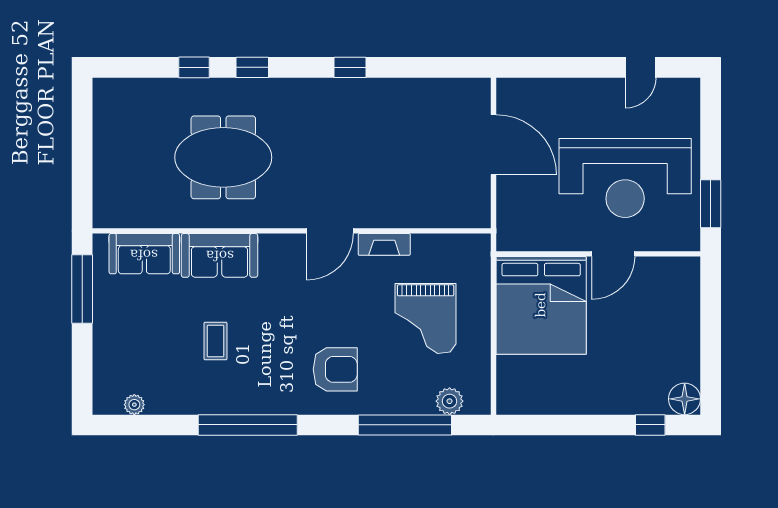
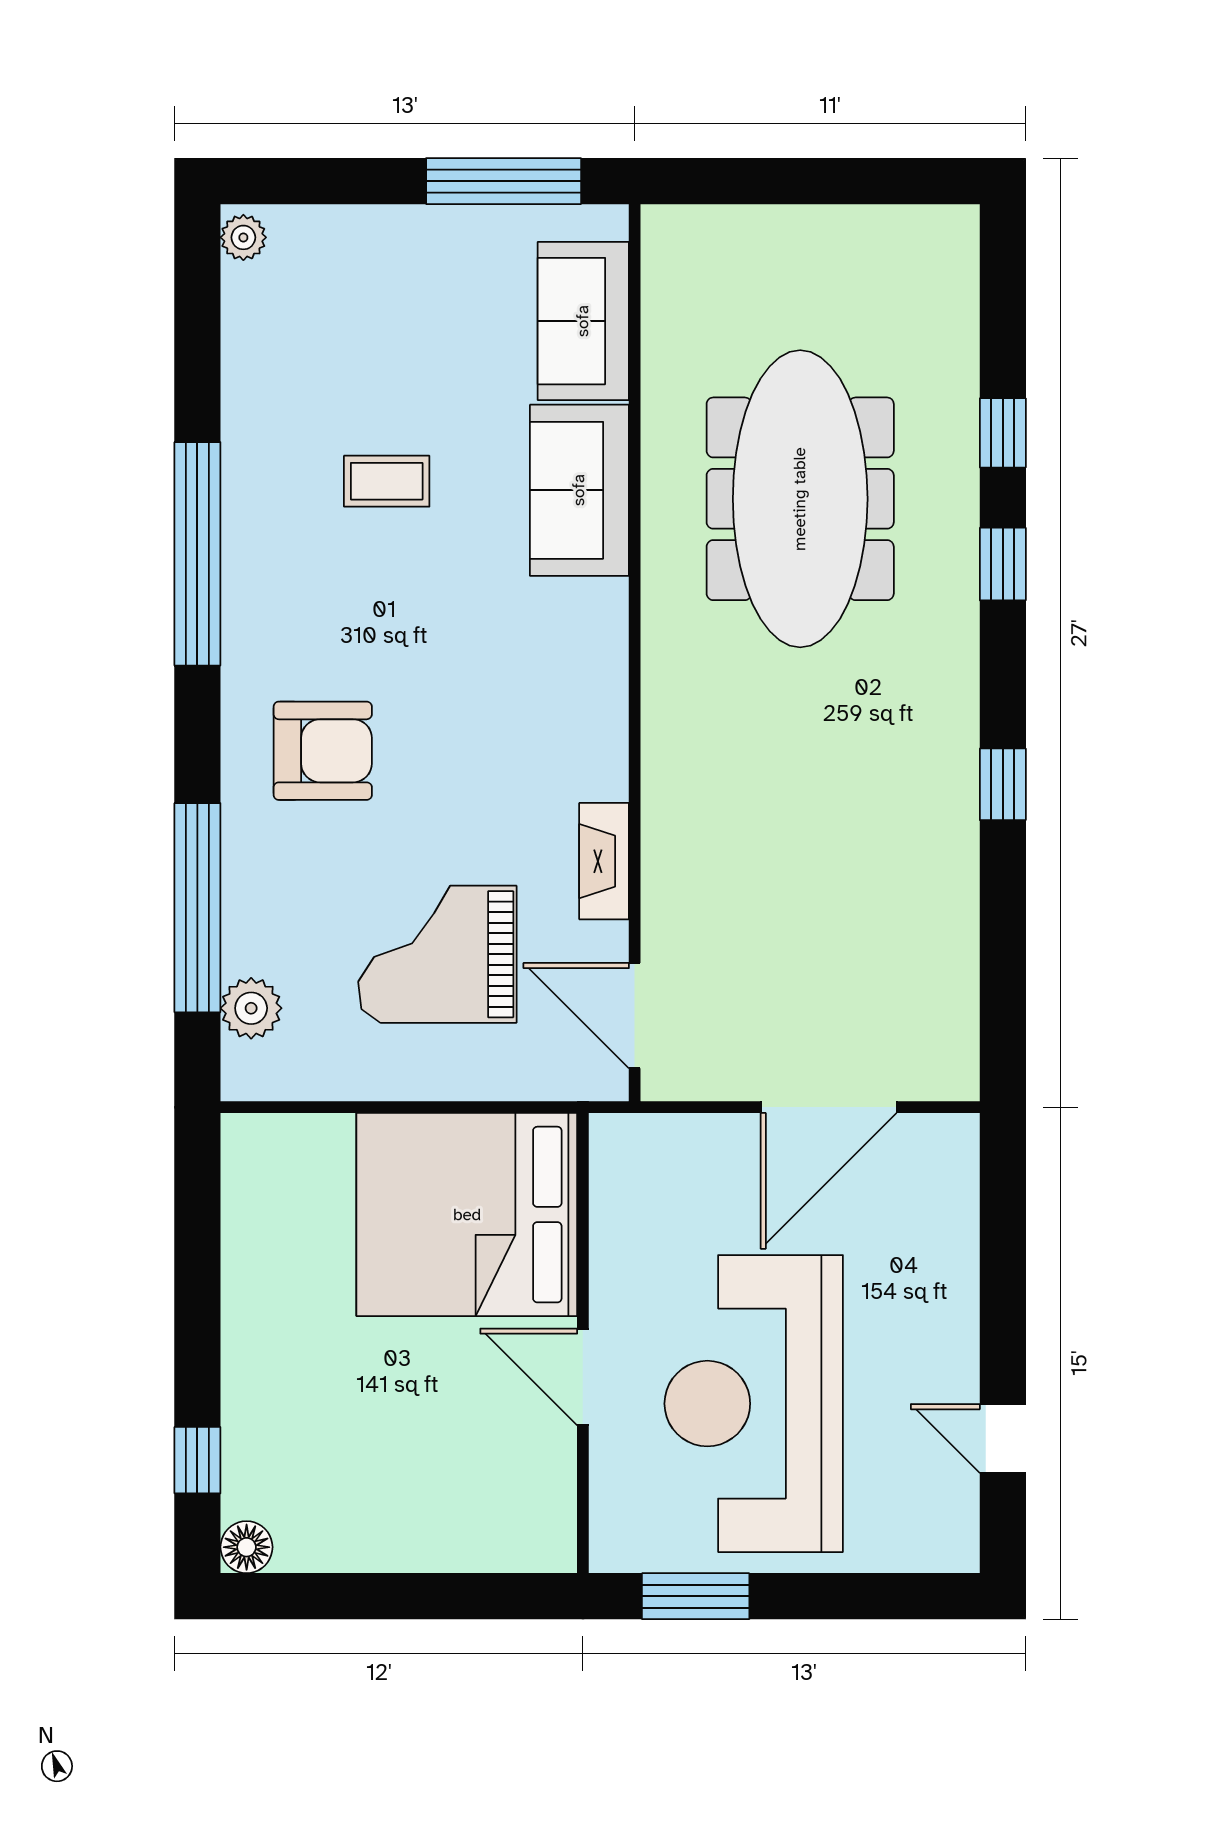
meeting table: (223, 157) -> (800, 499), width x1.36
door: (330, 231) -> (635, 1016), moved
armchair: (335, 369) -> (323, 751), turned -90
floor lamp: (685, 399) -> (247, 1547), width x0.73, depth x0.73
plant: (134, 405) -> (243, 237), moved

